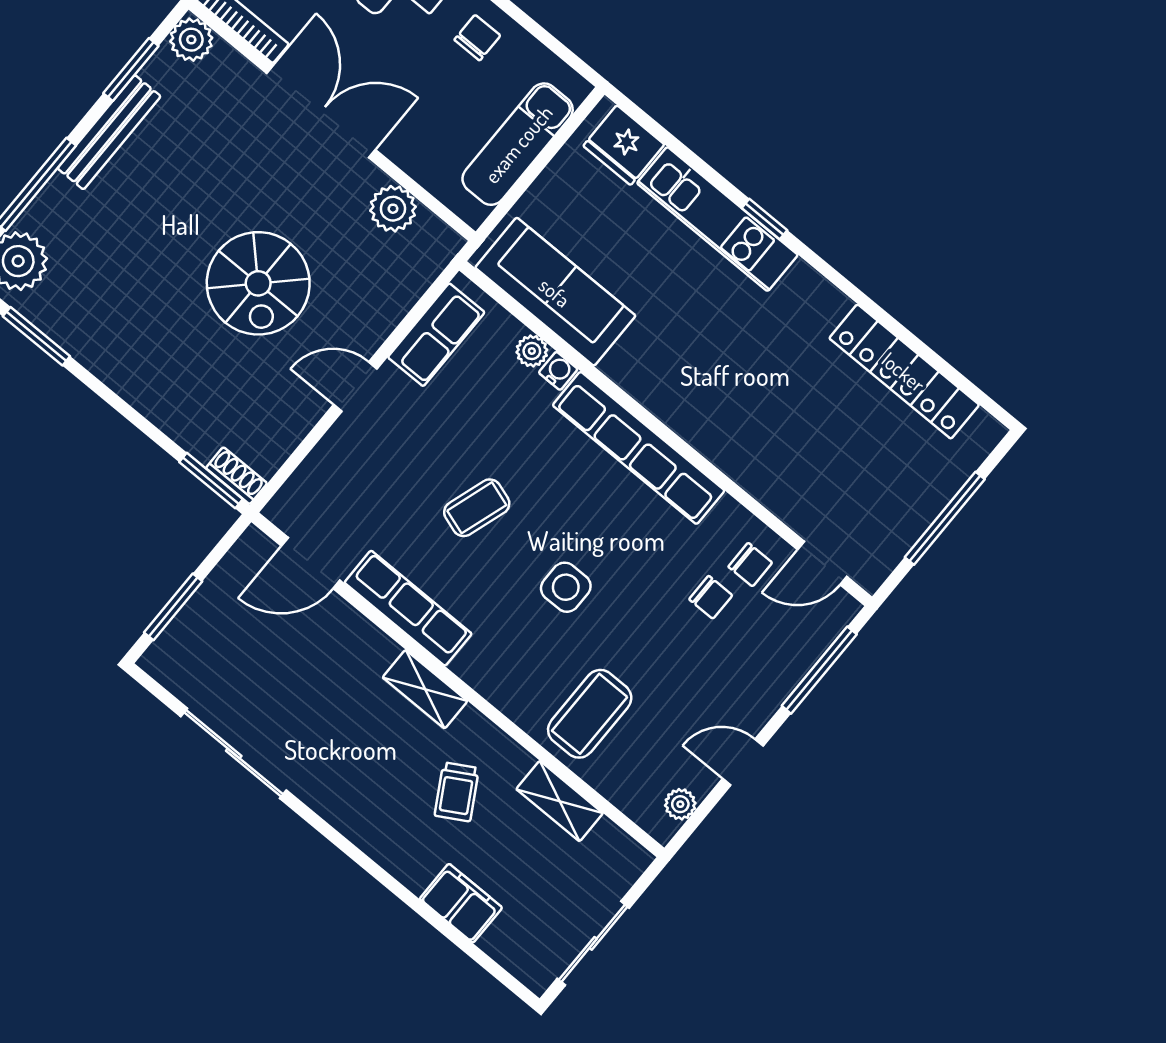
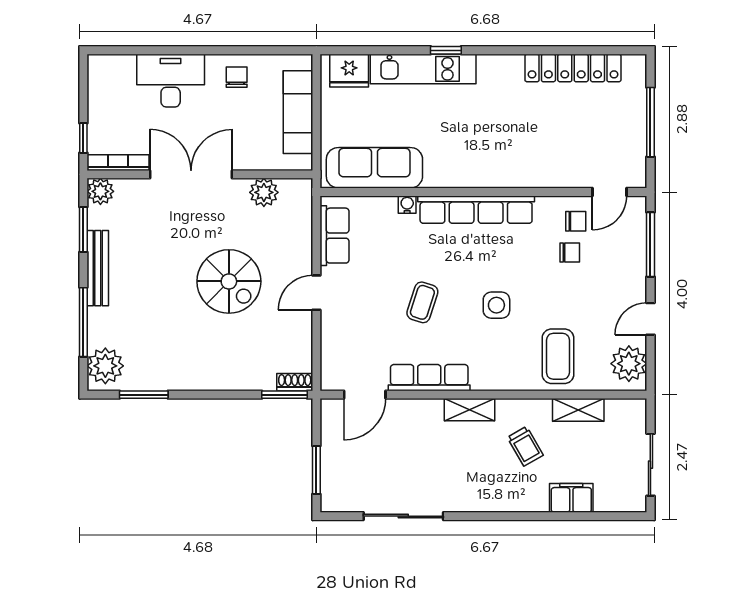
plant: (532, 351) -> (387, 206), removed
plant: (680, 804) -> (629, 364), width x1.88, depth x1.88

